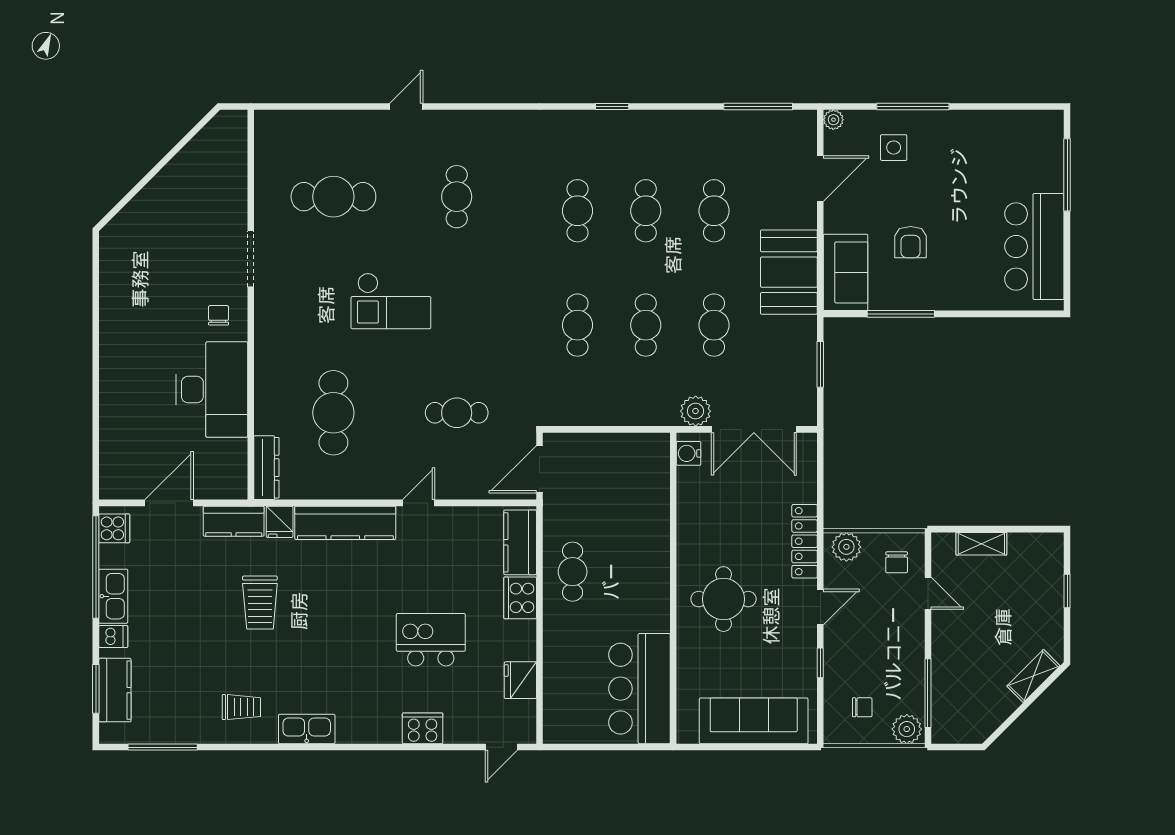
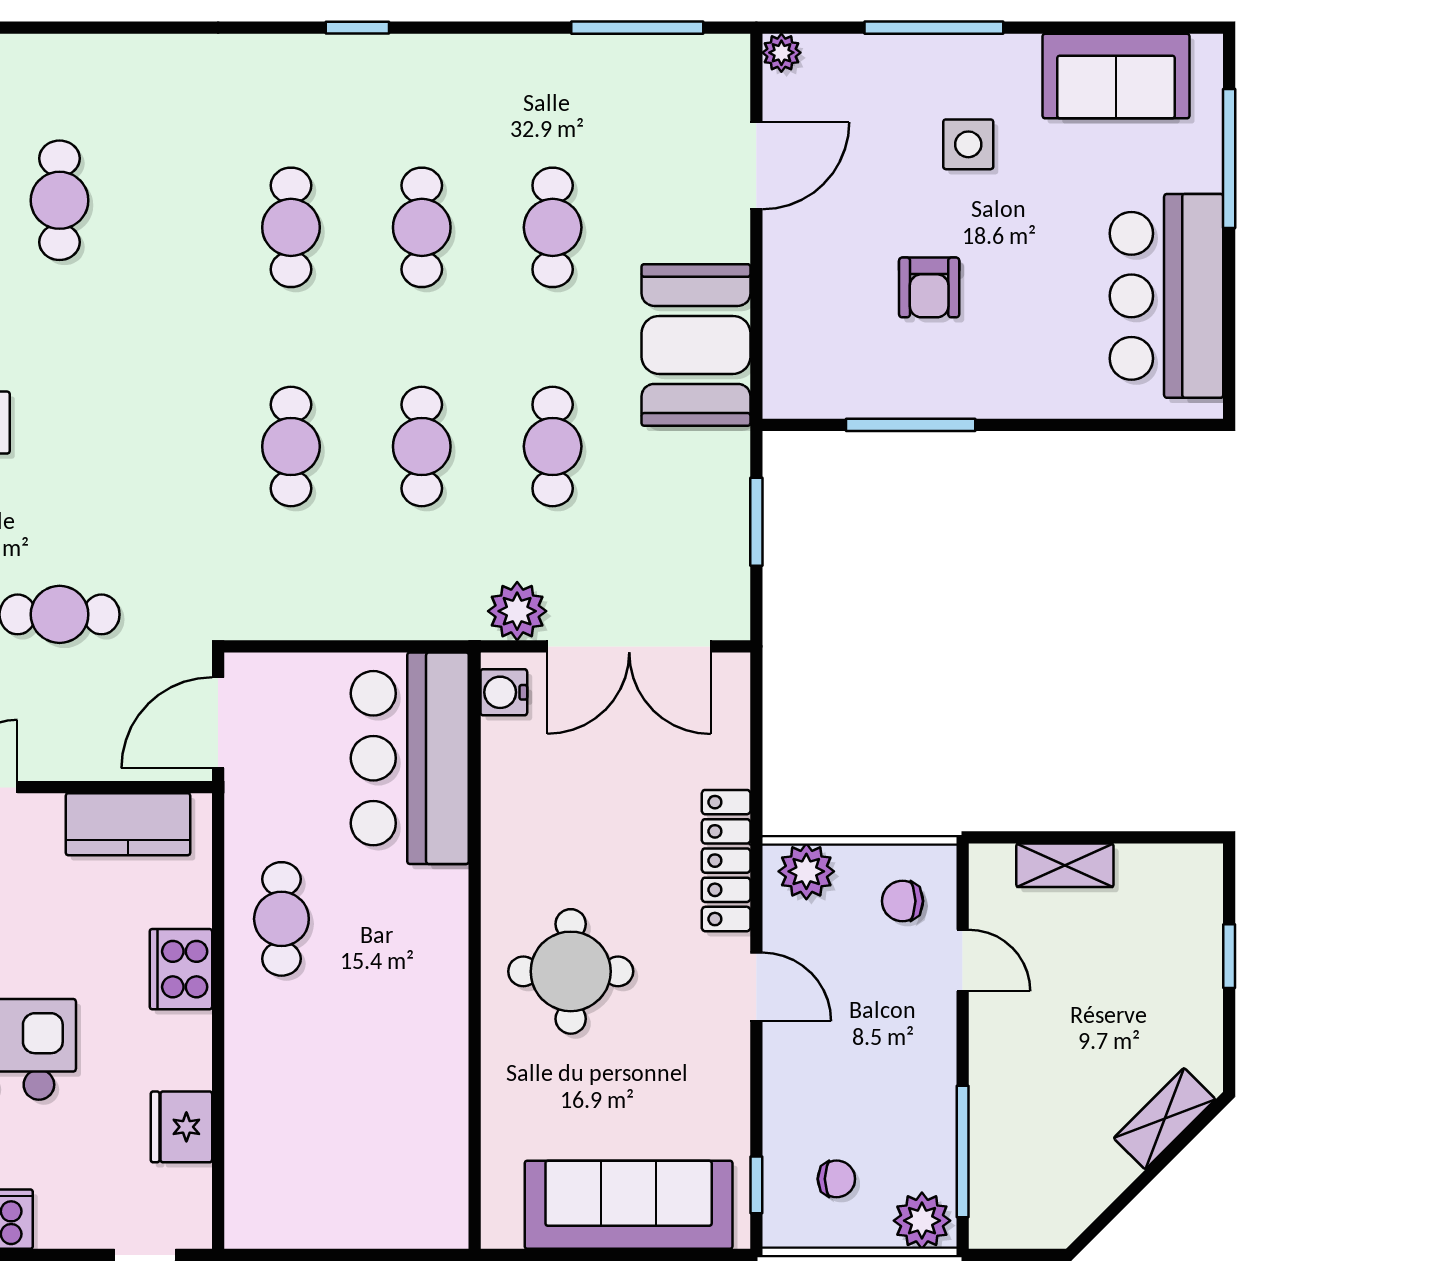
side table: (894, 148) -> (968, 144), moved
sofa: (846, 272) -> (1116, 76), moved, turned 90
kitchen counter: (520, 542) -> (128, 824), moved, turned -90
chair: (897, 562) -> (903, 901), turned 90
door: (820, 607) -> (756, 987), hinge flipped
window: (820, 663) -> (756, 1185), moved
bar counter: (639, 689) -> (410, 758), moved

